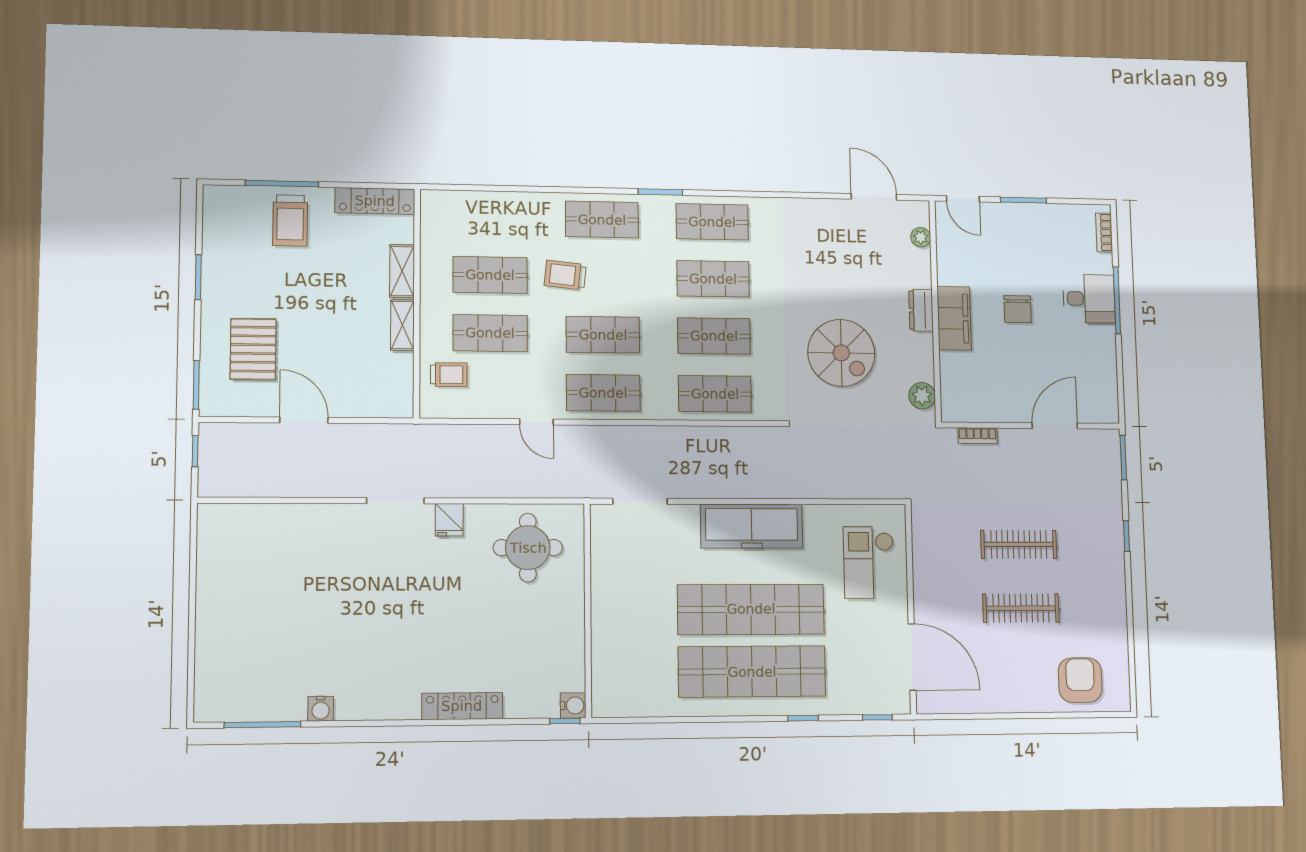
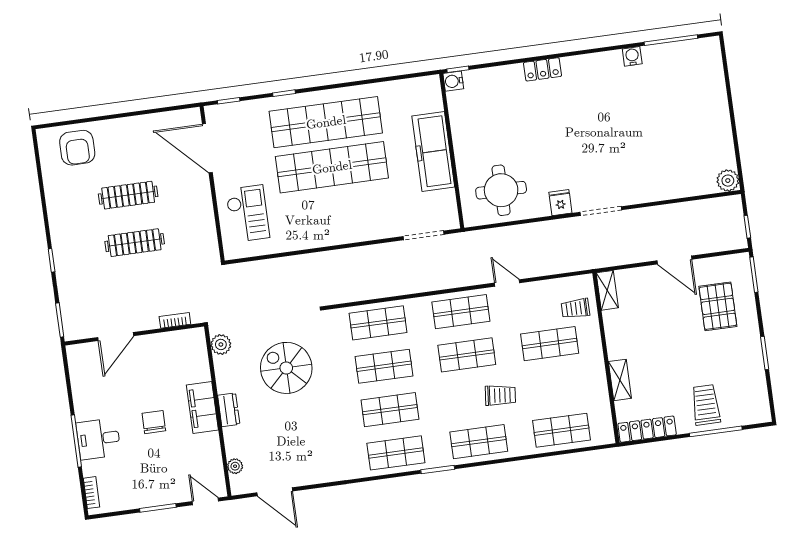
shop shelf: (490, 275) -> (562, 430), moved
shelving: (402, 325) -> (607, 290), moved
plant: (212, 518) -> (728, 181), added
freezer: (752, 526) -> (433, 151), moved, turned -90
locker: (462, 706) -> (543, 69), width x0.66

